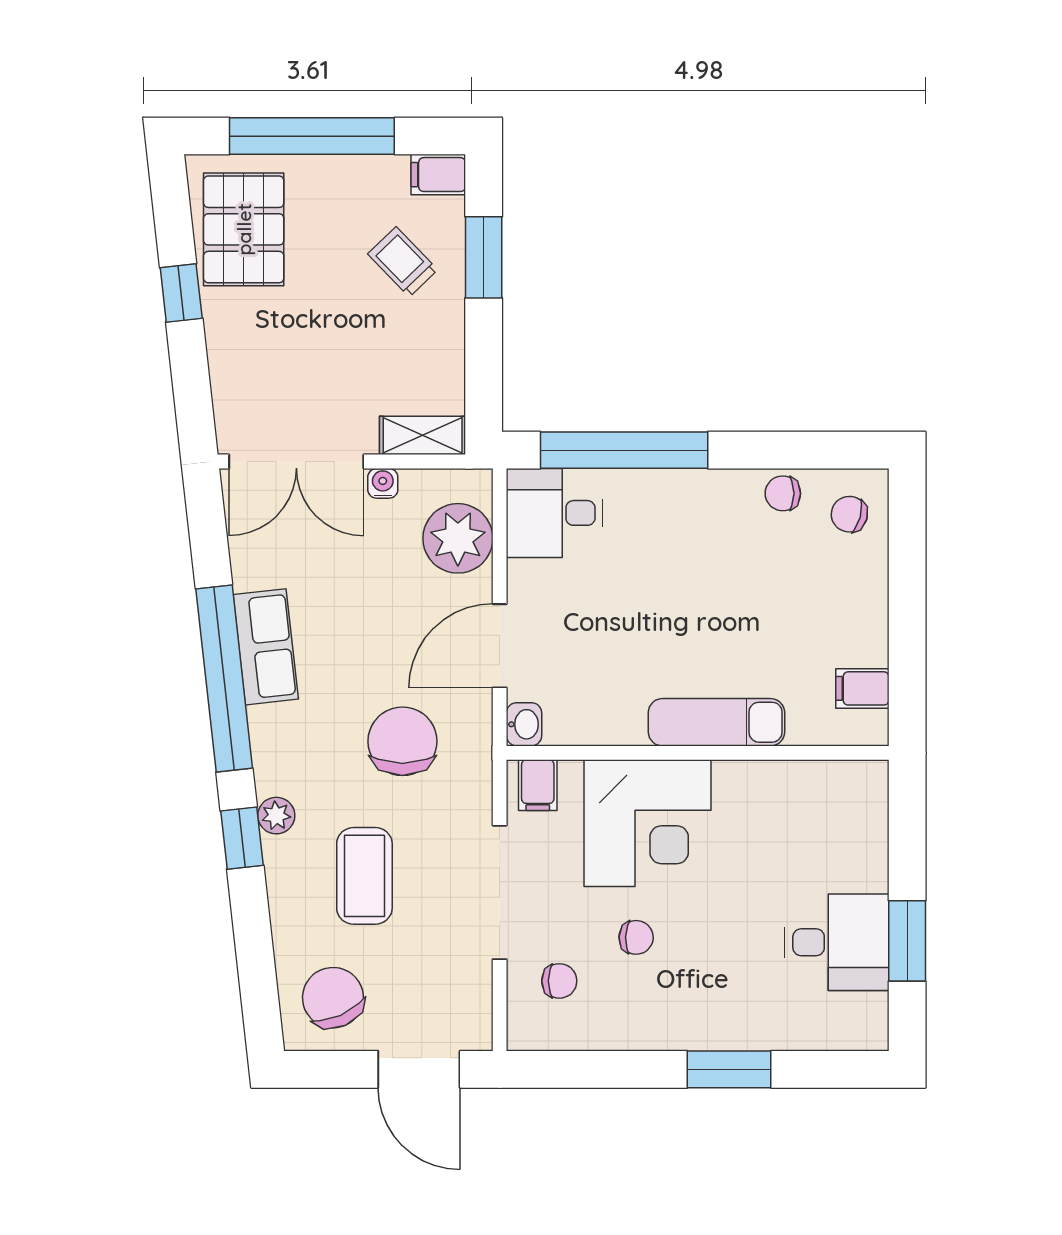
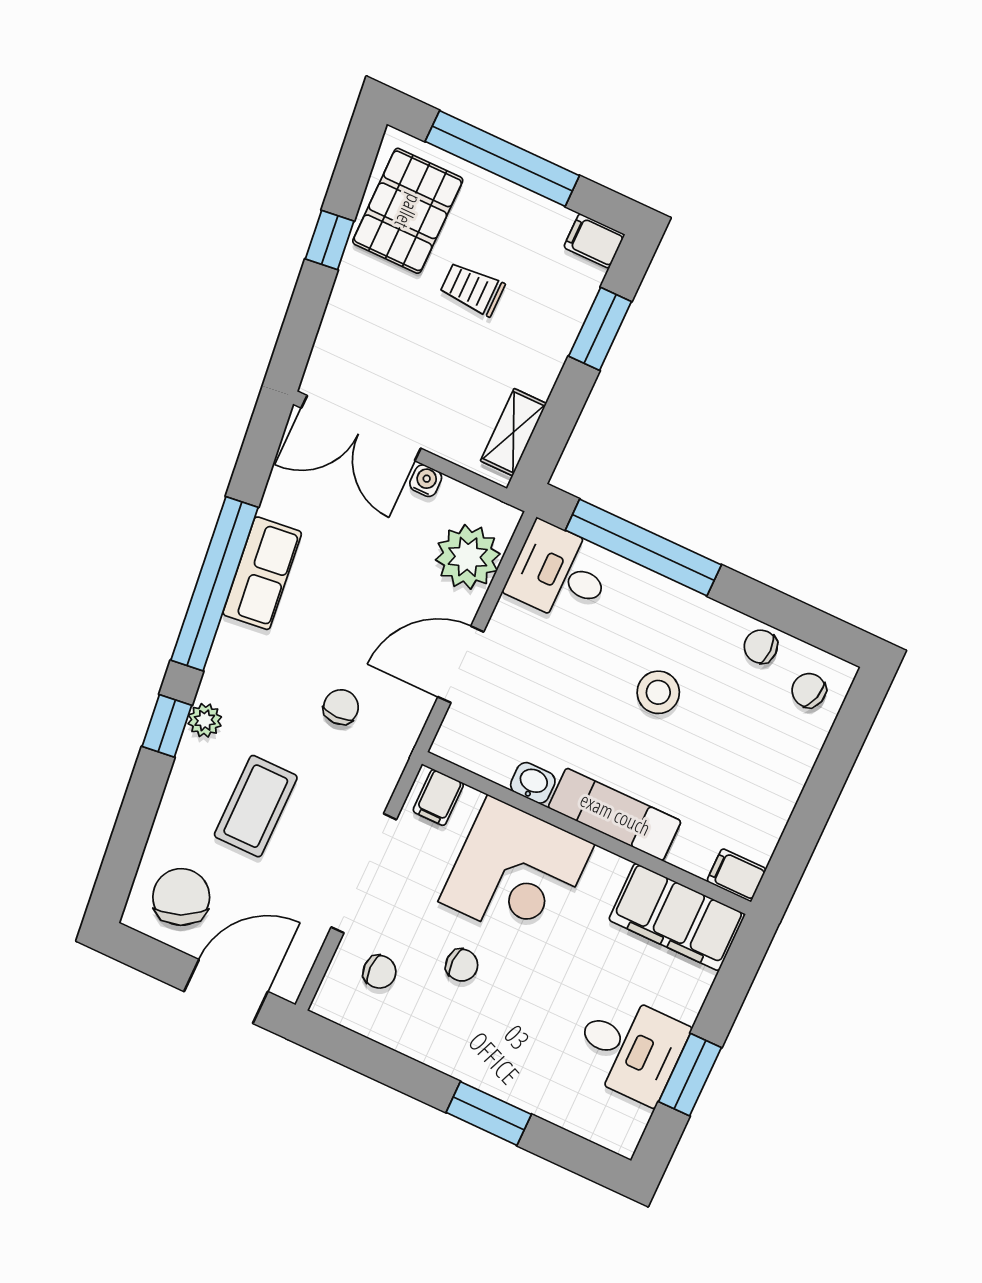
trolley: (403, 262) -> (472, 289), moved, turned -46
shelving: (423, 435) -> (514, 432), moved, turned 90
stool: (704, 584) -> (658, 692), added
filing cabinet: (862, 688) -> (737, 875), moved
washbasin: (524, 724) -> (533, 783), moved, turned -90
chair: (402, 741) -> (341, 707), width x0.54, depth x0.54
filing cabinet: (823, 794) -> (677, 917), added
door: (419, 1069) -> (226, 991), swing flipped

